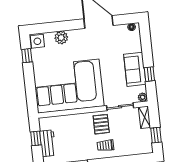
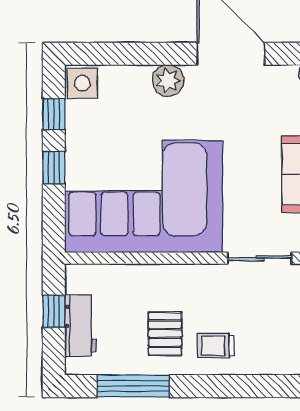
plant: (61, 38) -> (168, 81), moved
window: (29, 78) -> (54, 168), added
pallet: (101, 124) -> (165, 334), moved

